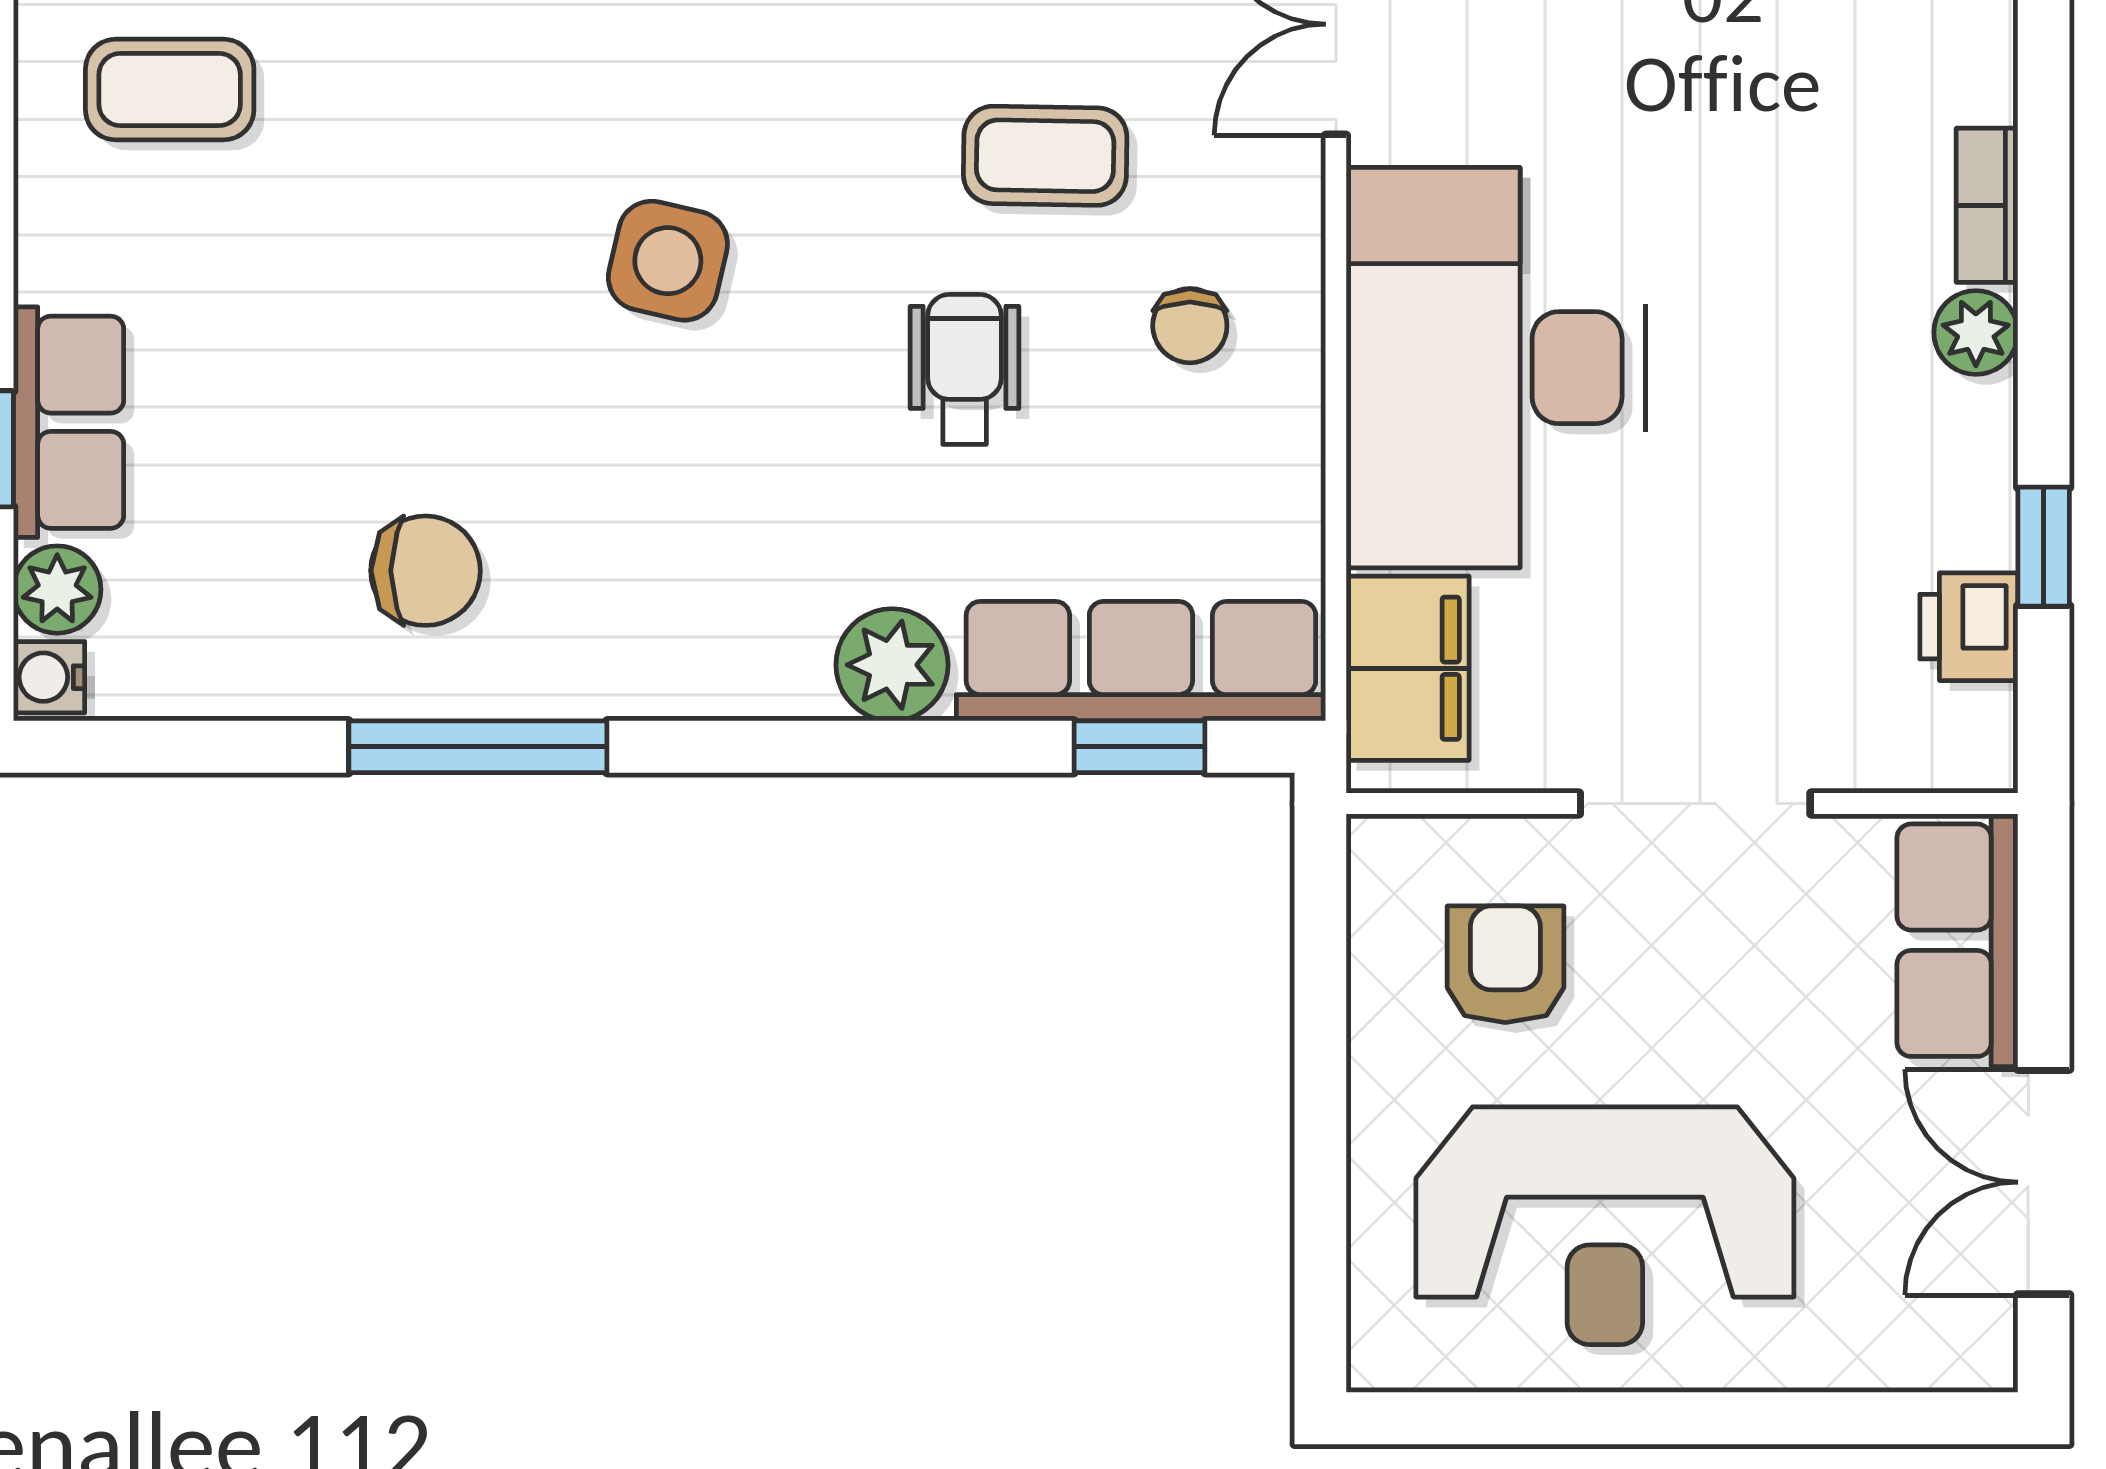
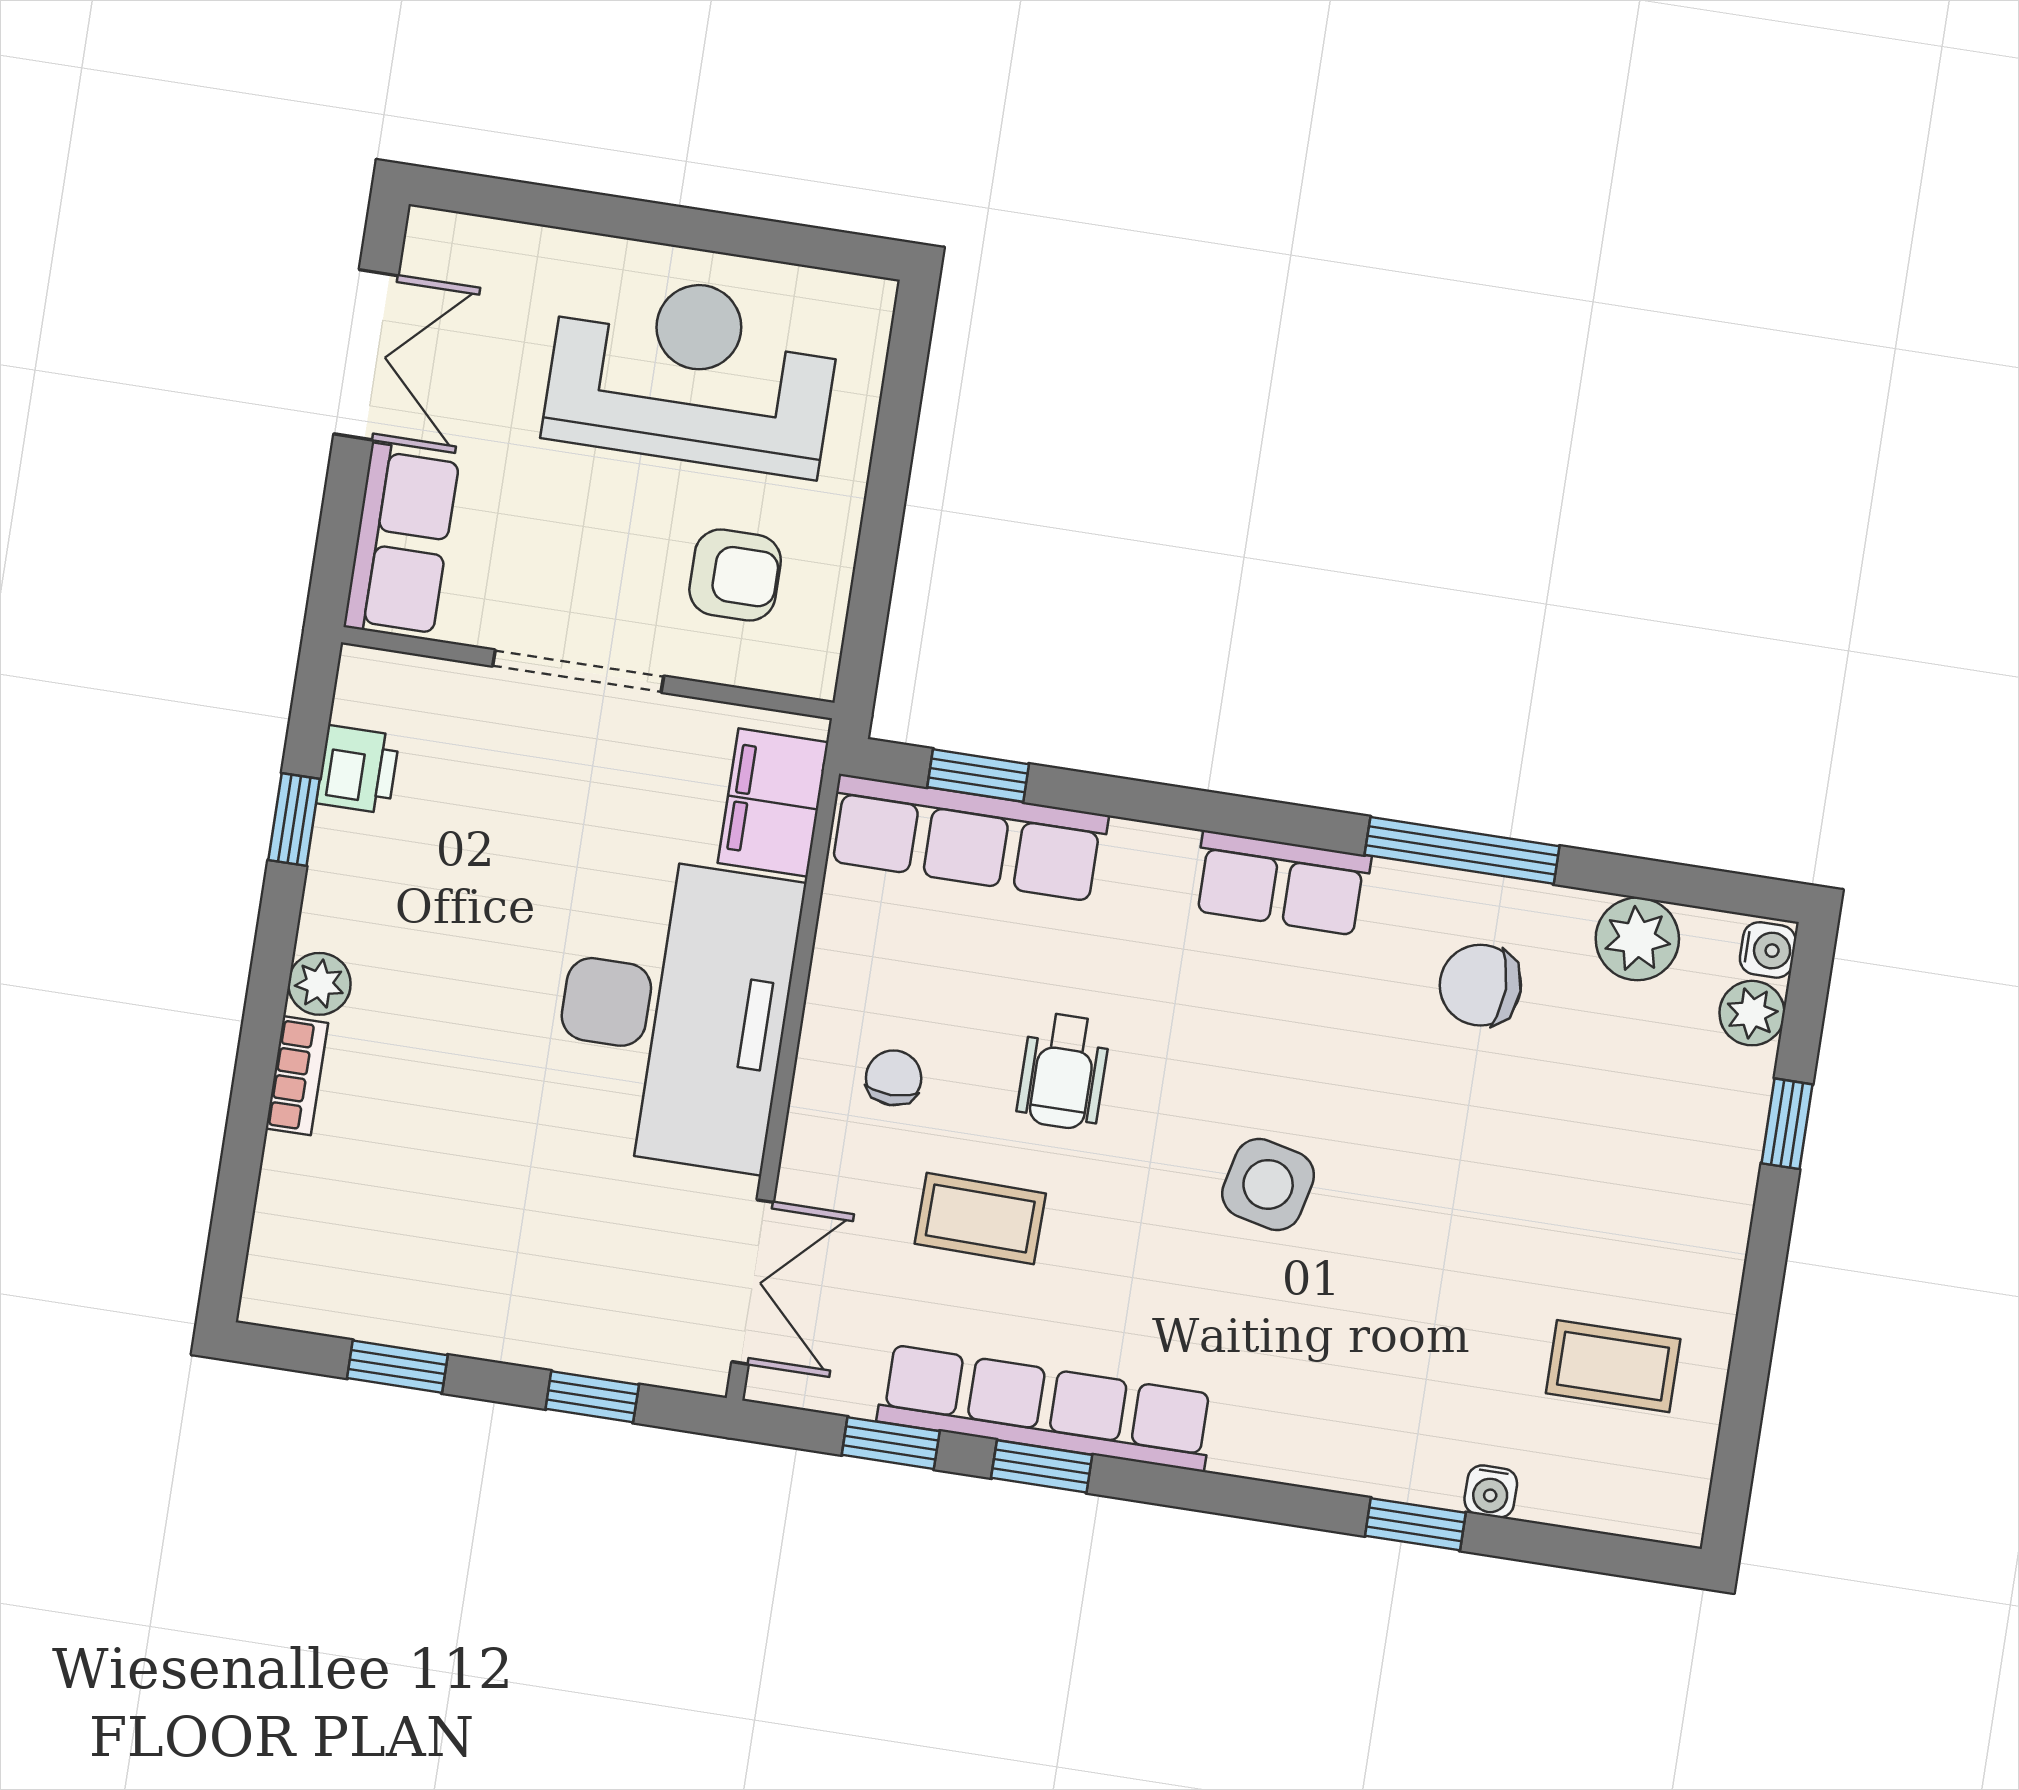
row of seats: (69, 422) -> (1281, 883), moved, turned -90
plant: (892, 665) -> (1637, 939), moved
armchair: (1505, 964) -> (735, 575), turned -90

